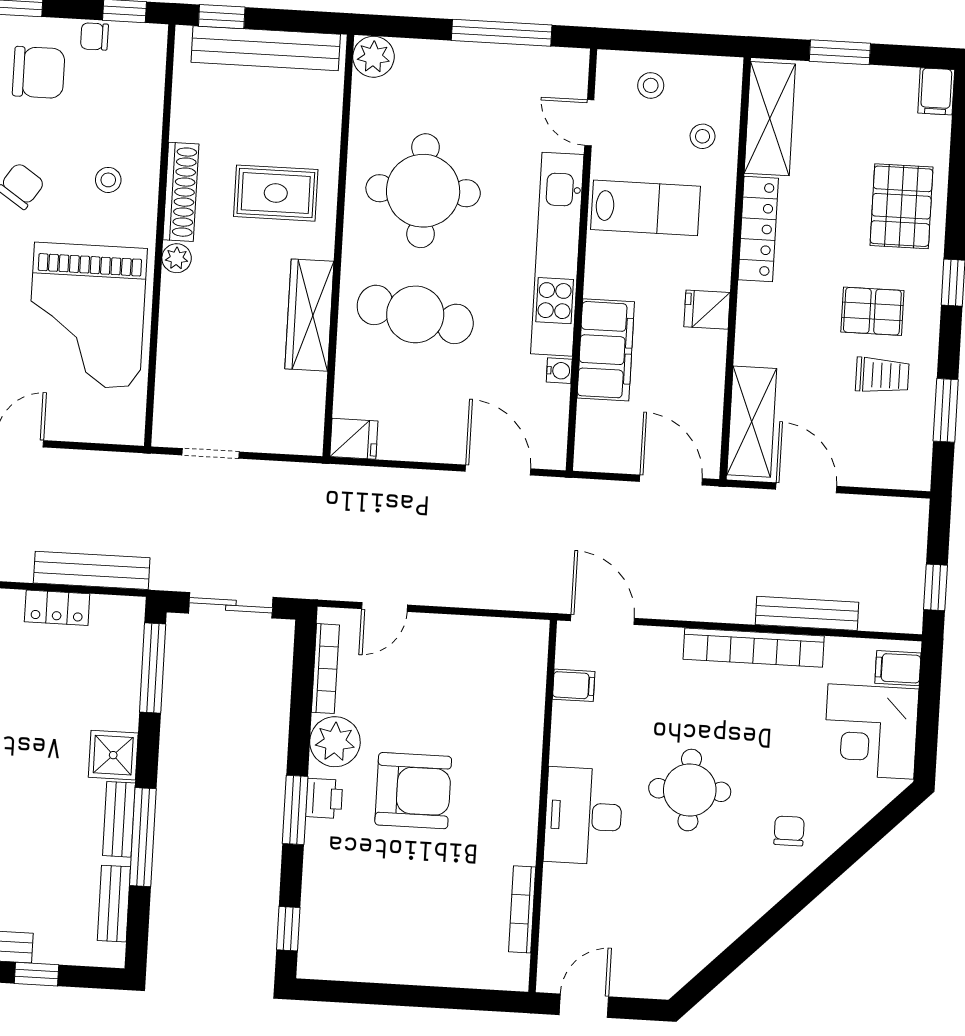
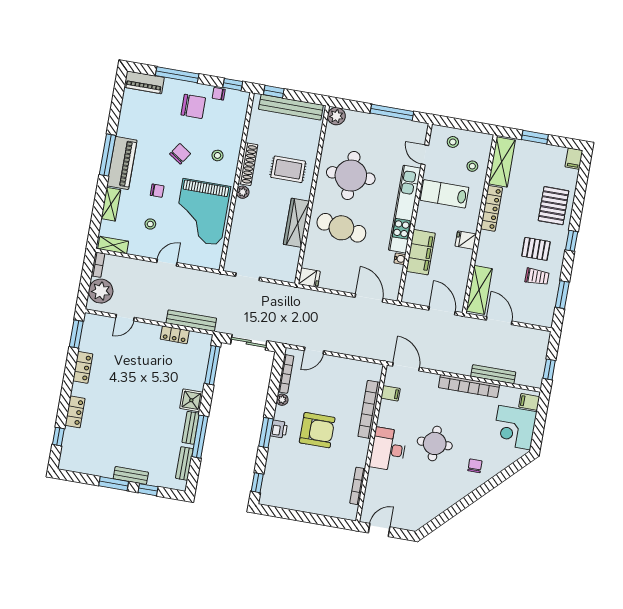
lab bench: (646, 208) -> (445, 194), turned 180
bookcase: (528, 729) -> (369, 409), added
plant: (335, 742) -> (282, 400), width x0.53, depth x0.53

